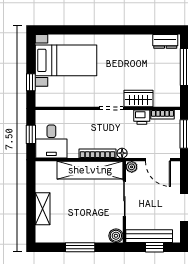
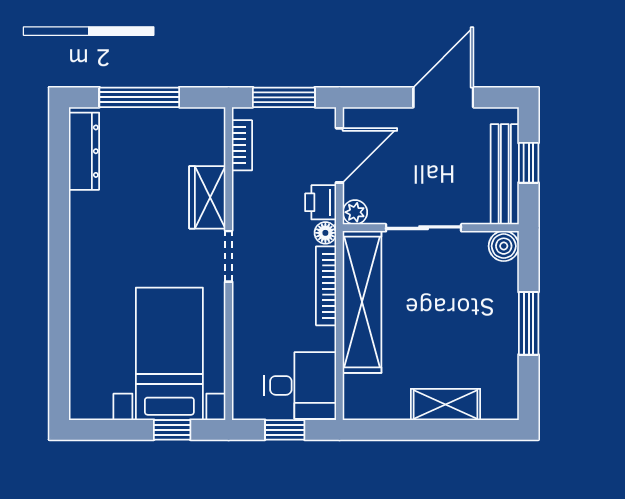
dresser: (165, 41) -> (84, 151), width x1.44
bed with nightstands: (66, 60) -> (169, 354), moved
printer: (142, 117) -> (321, 202), moved, turned 180

